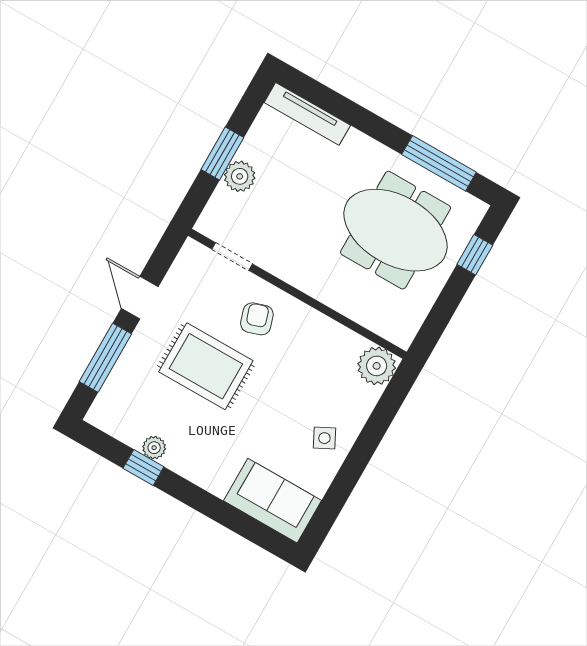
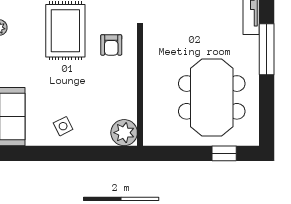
window: (439, 163) -> (267, 49), moved
armchair: (257, 319) -> (111, 45), turned 108

